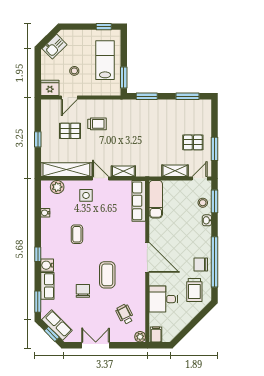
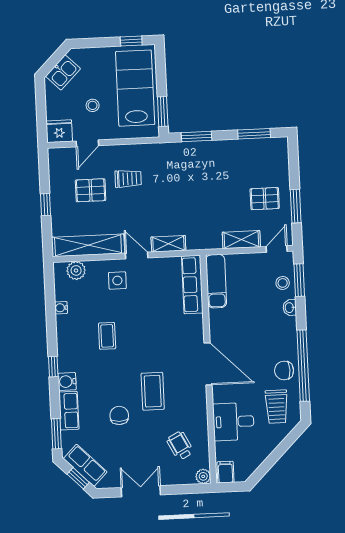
lab bench: (105, 60) -> (135, 88), width x1.36, depth x1.39

